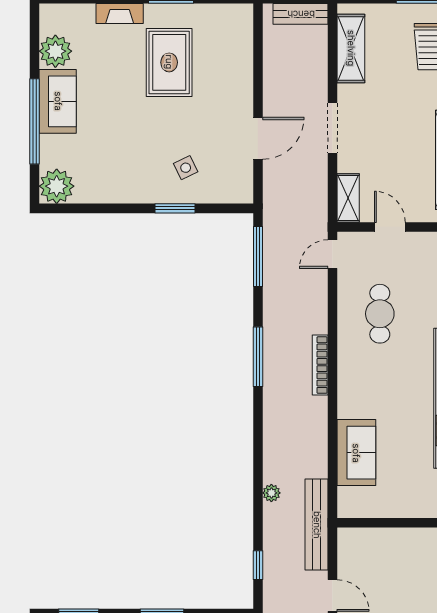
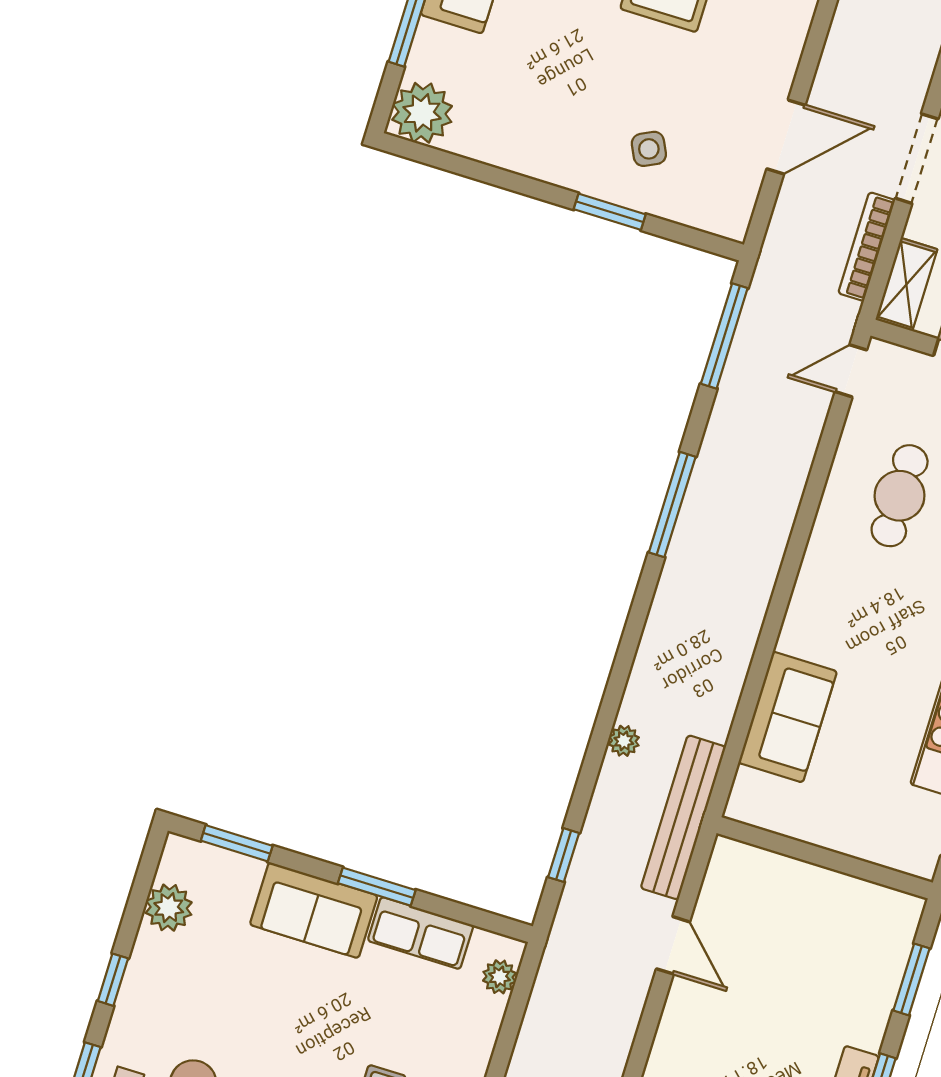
bookcase: (320, 365) -> (867, 247), moved

